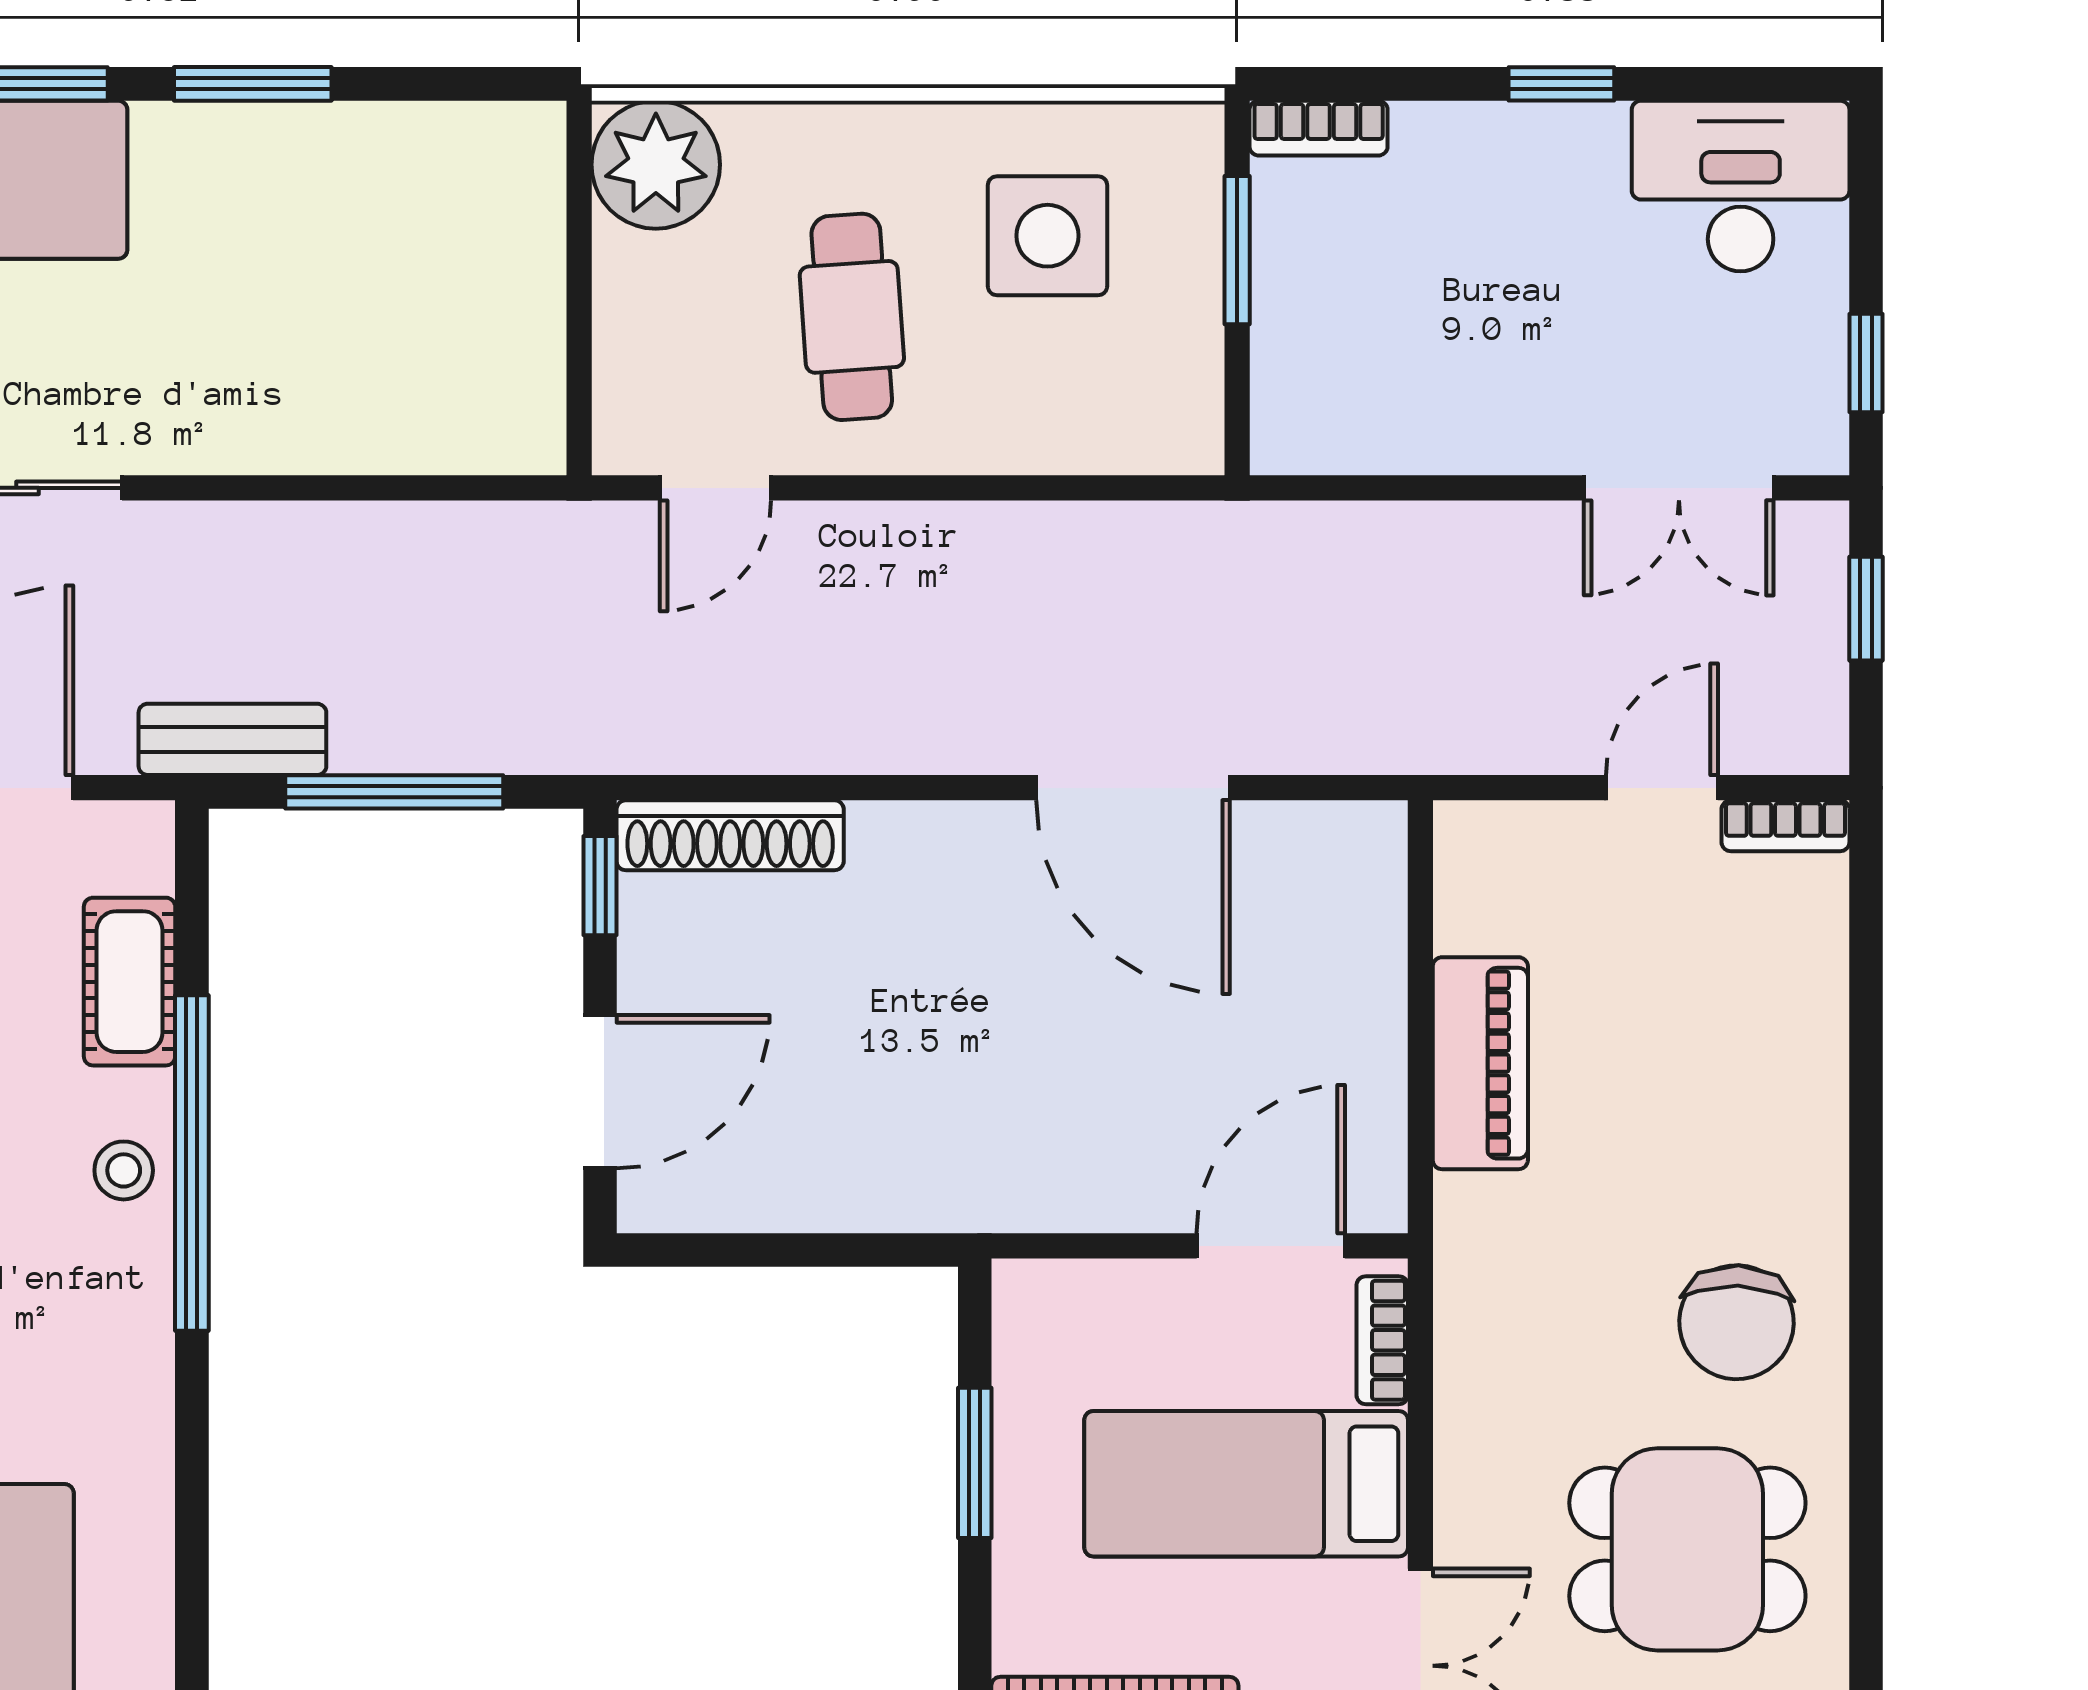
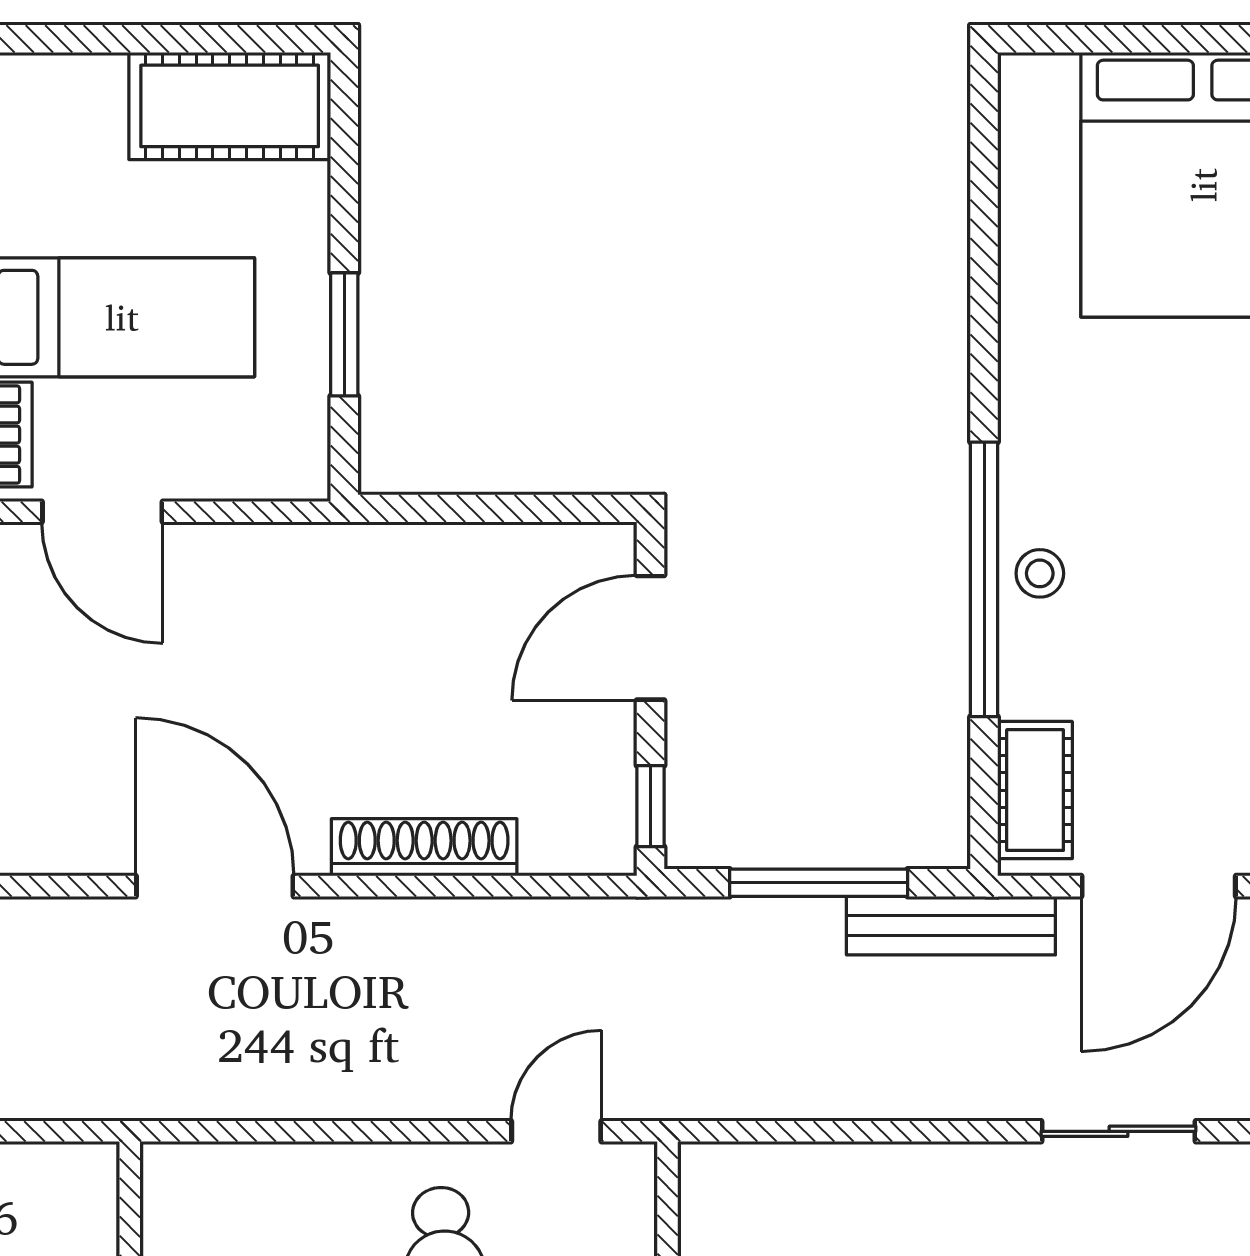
bench: (232, 739) -> (951, 926), width x1.36
shoe rack: (730, 835) -> (424, 847), moved
cot: (130, 982) -> (1035, 790), moved
door: (1271, 1246) -> (102, 512), hinge flipped

